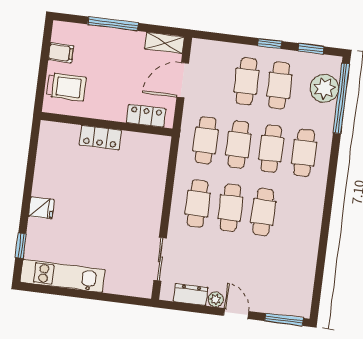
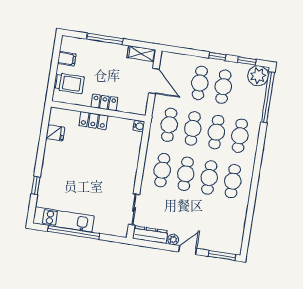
door: (183, 80) -> (154, 81), swing flipped
plant: (324, 88) -> (258, 76), moved
locker: (146, 116) -> (104, 102), moved
water cooler: (164, 143) -> (139, 126), added
fridge: (41, 208) -> (55, 133), moved
cafe table: (296, 216) -> (233, 181), added
window: (21, 246) -> (36, 185), moved
window: (77, 293) -> (74, 232), added
dresser: (191, 294) -> (150, 235), width x1.44
door: (236, 313) -> (188, 250), hinge flipped

